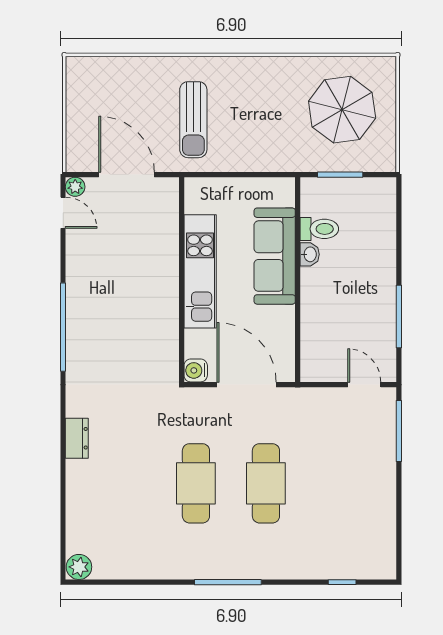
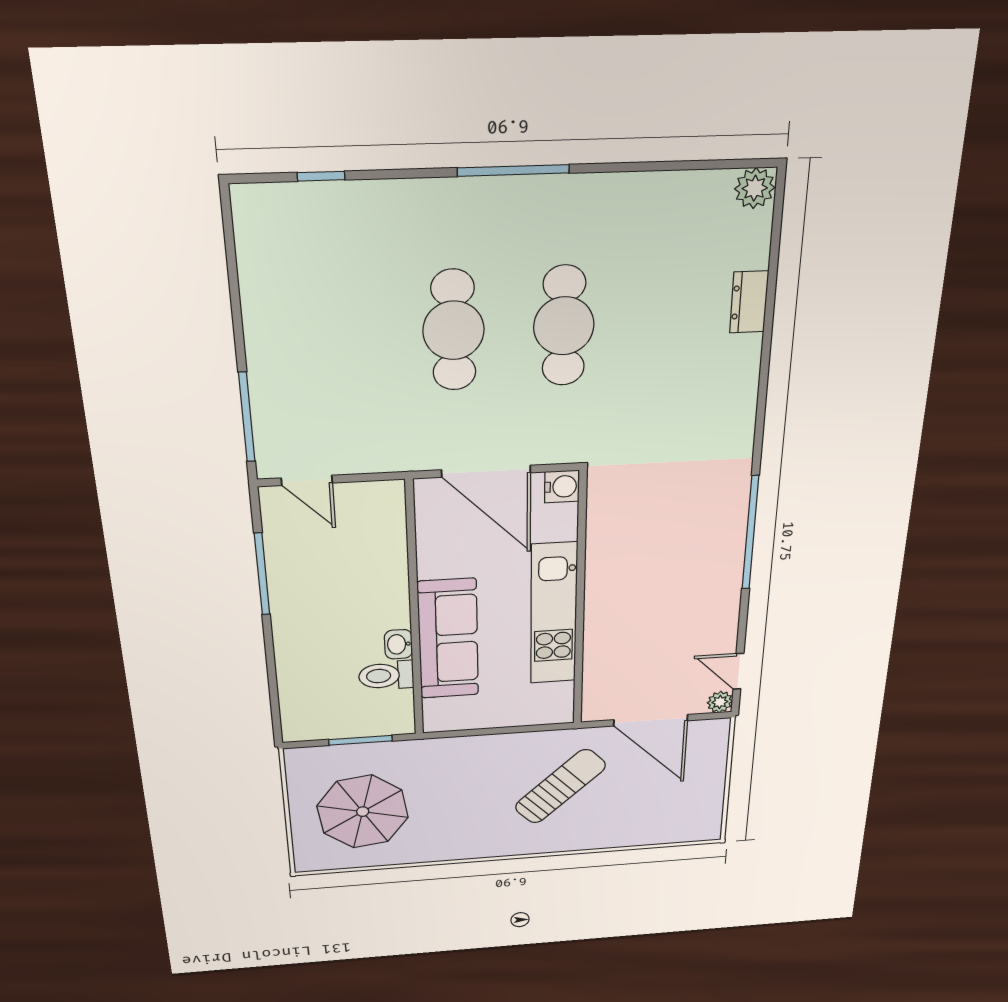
sun lounger: (193, 120) -> (560, 786), turned 47
dresser: (77, 438) -> (749, 302), moved

